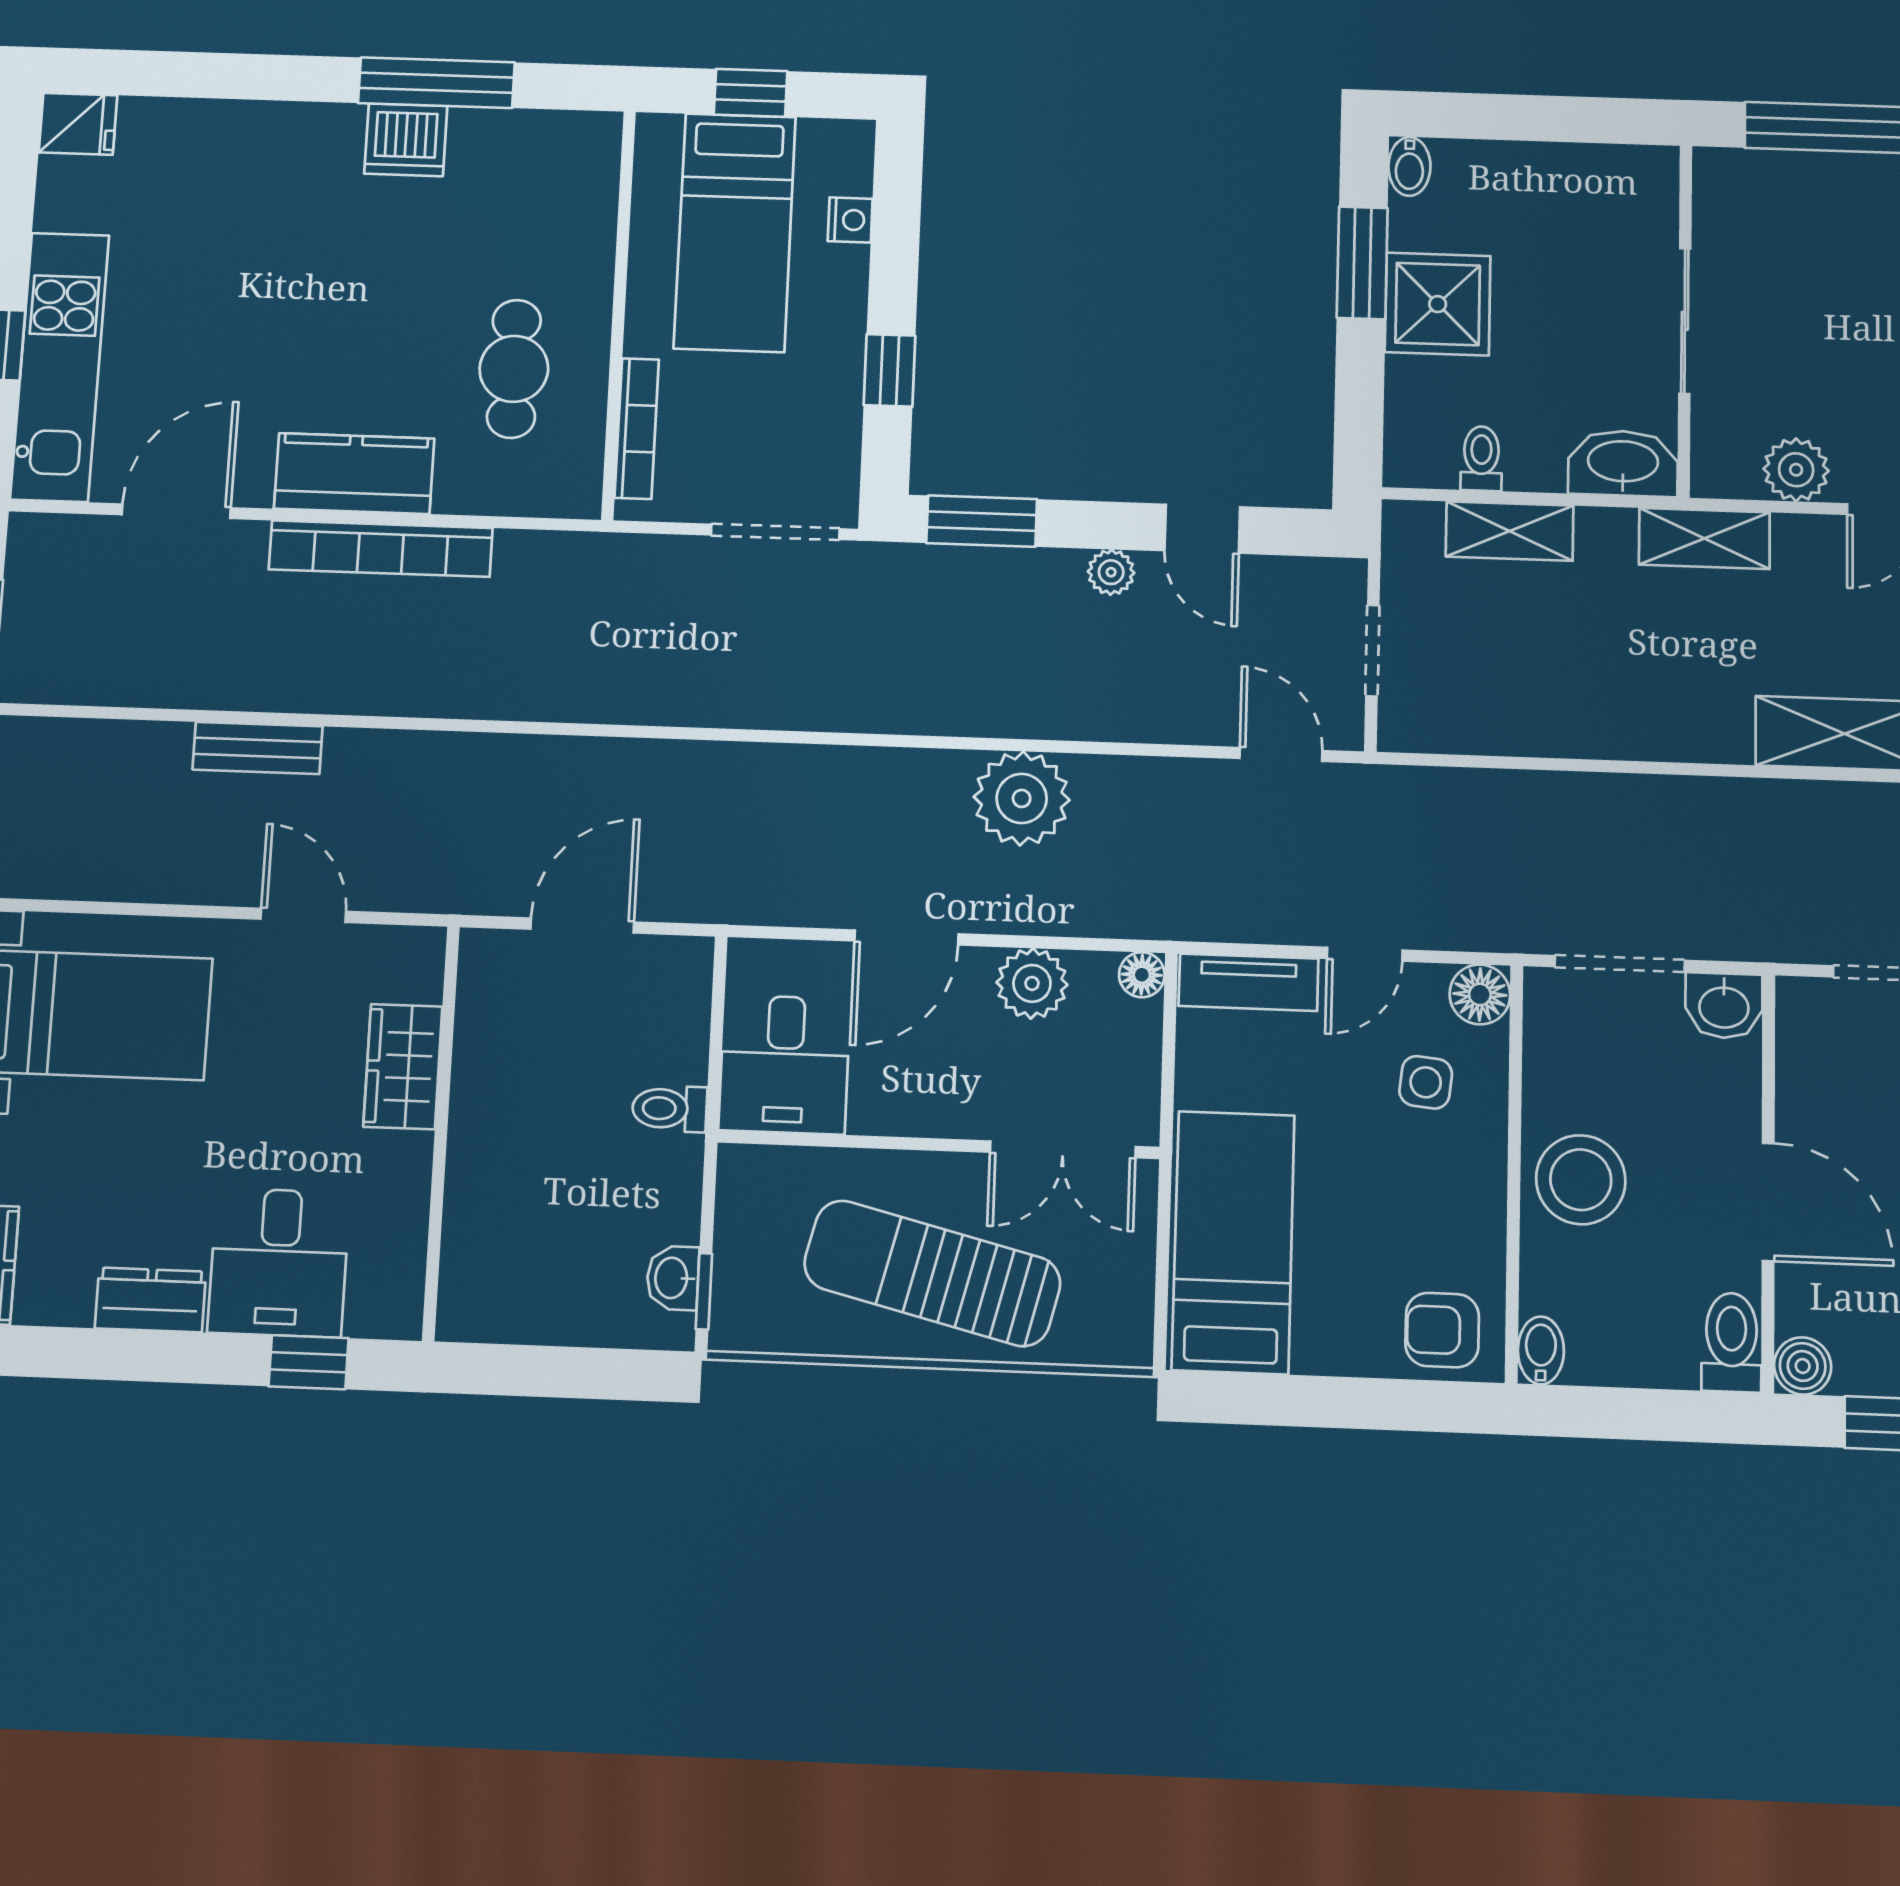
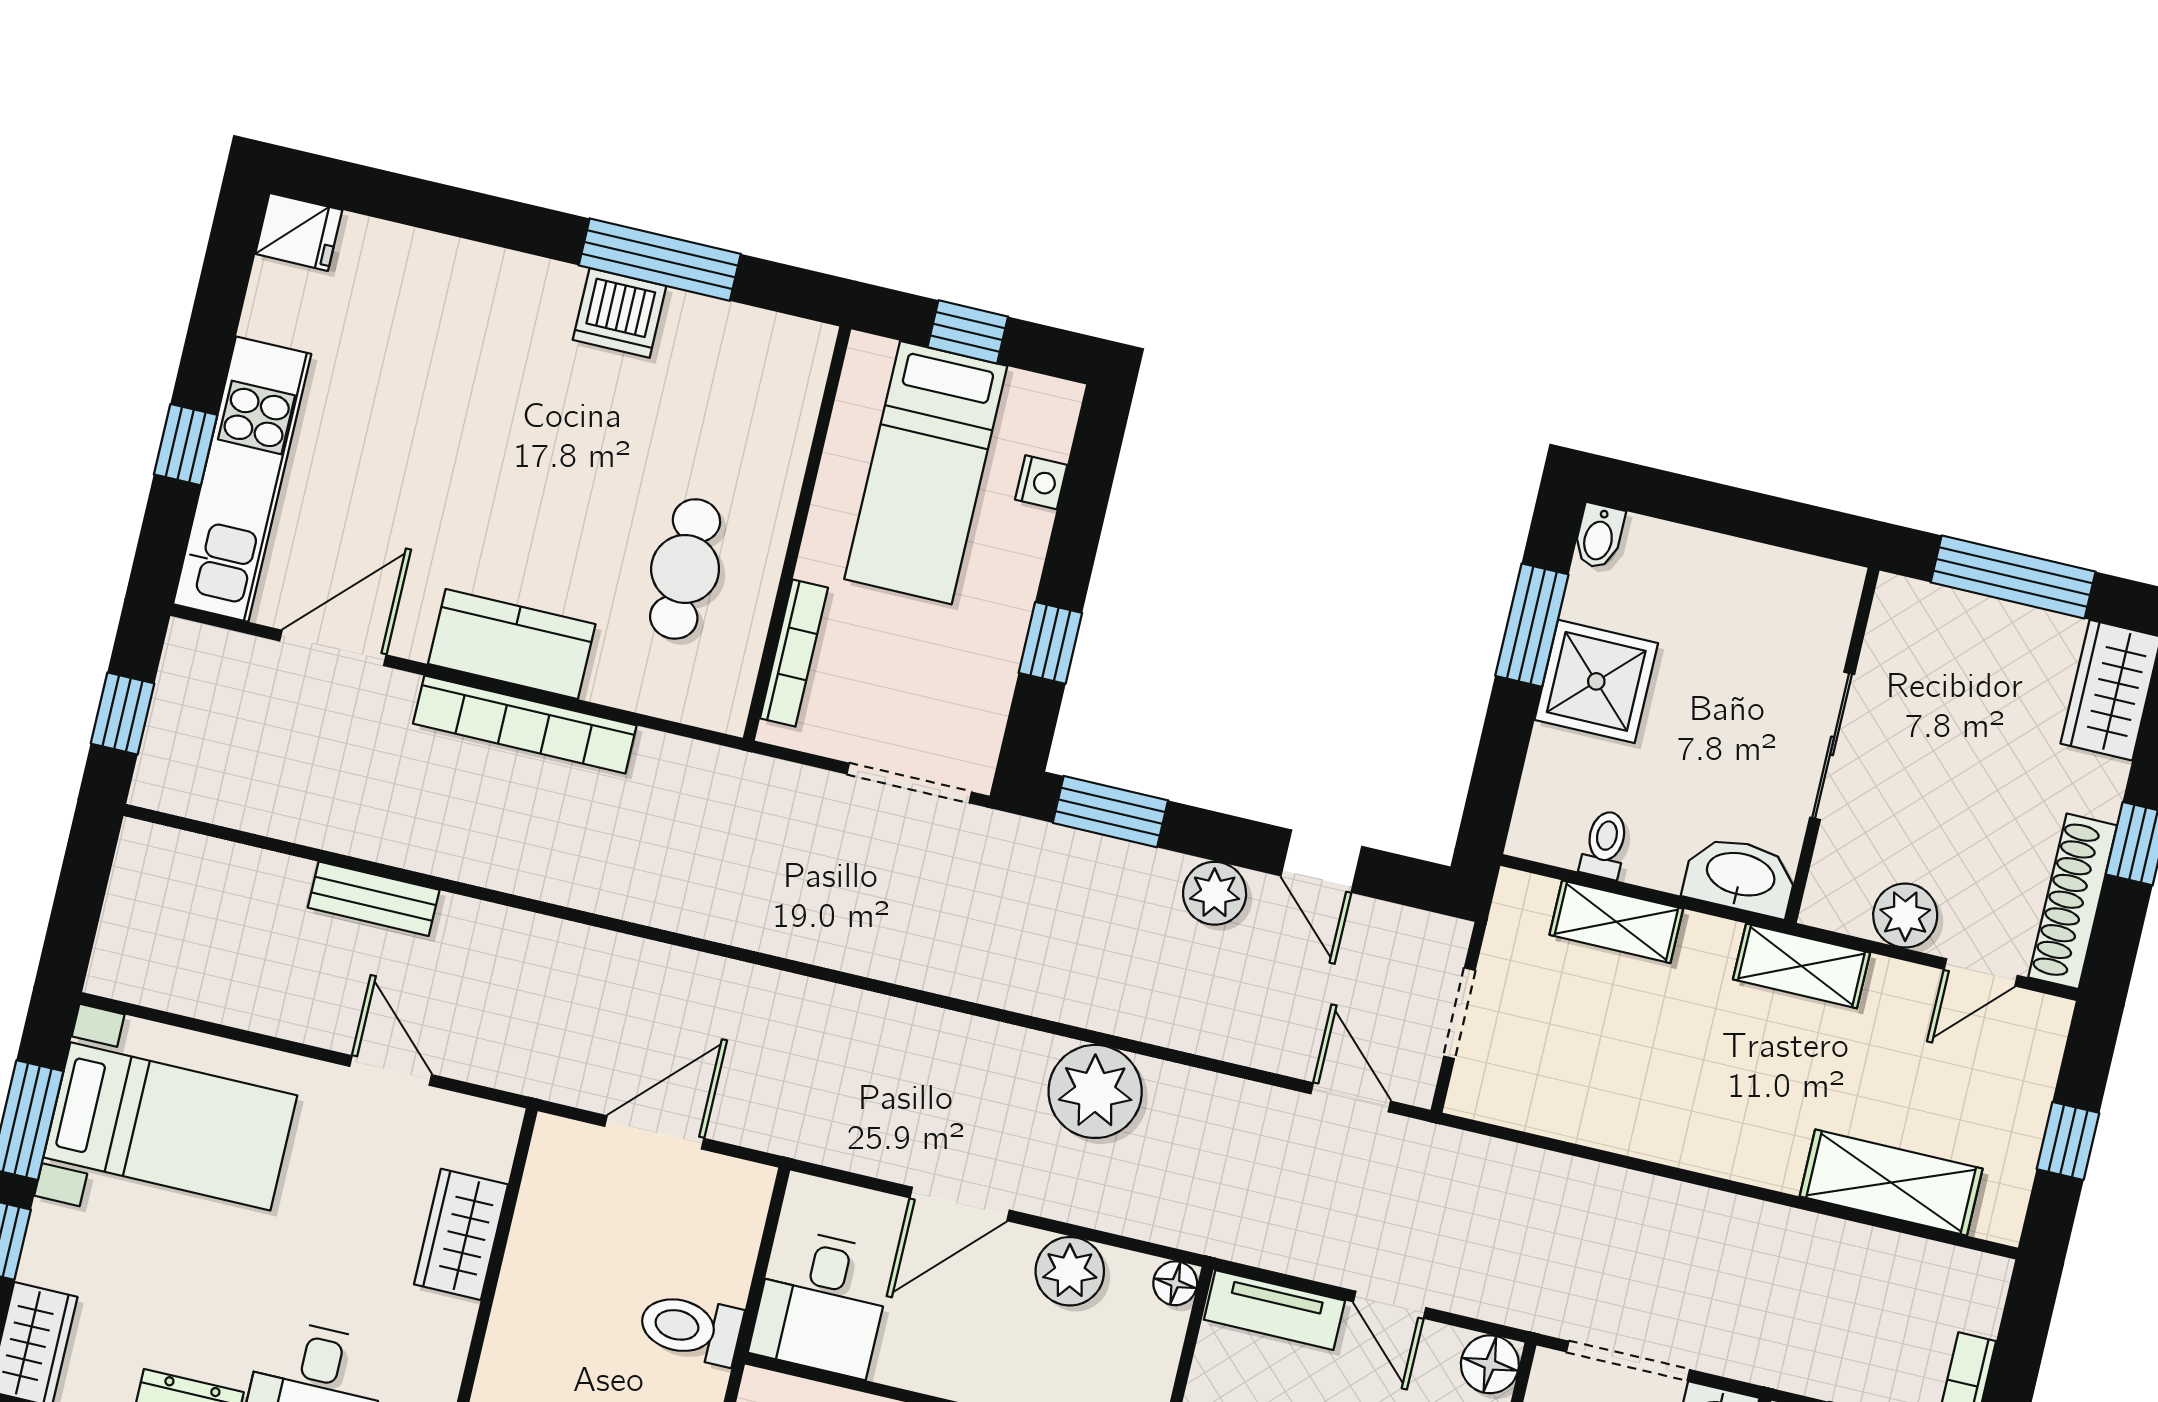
plant: (1111, 572) -> (1215, 893), width x1.38, depth x1.38
door: (1365, 954) -> (1390, 1305), hinge flipped
toilet: (670, 1109) -> (690, 1328), width x1.37, depth x1.39

